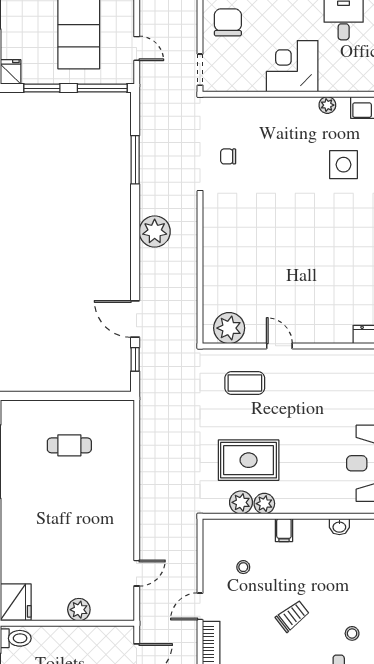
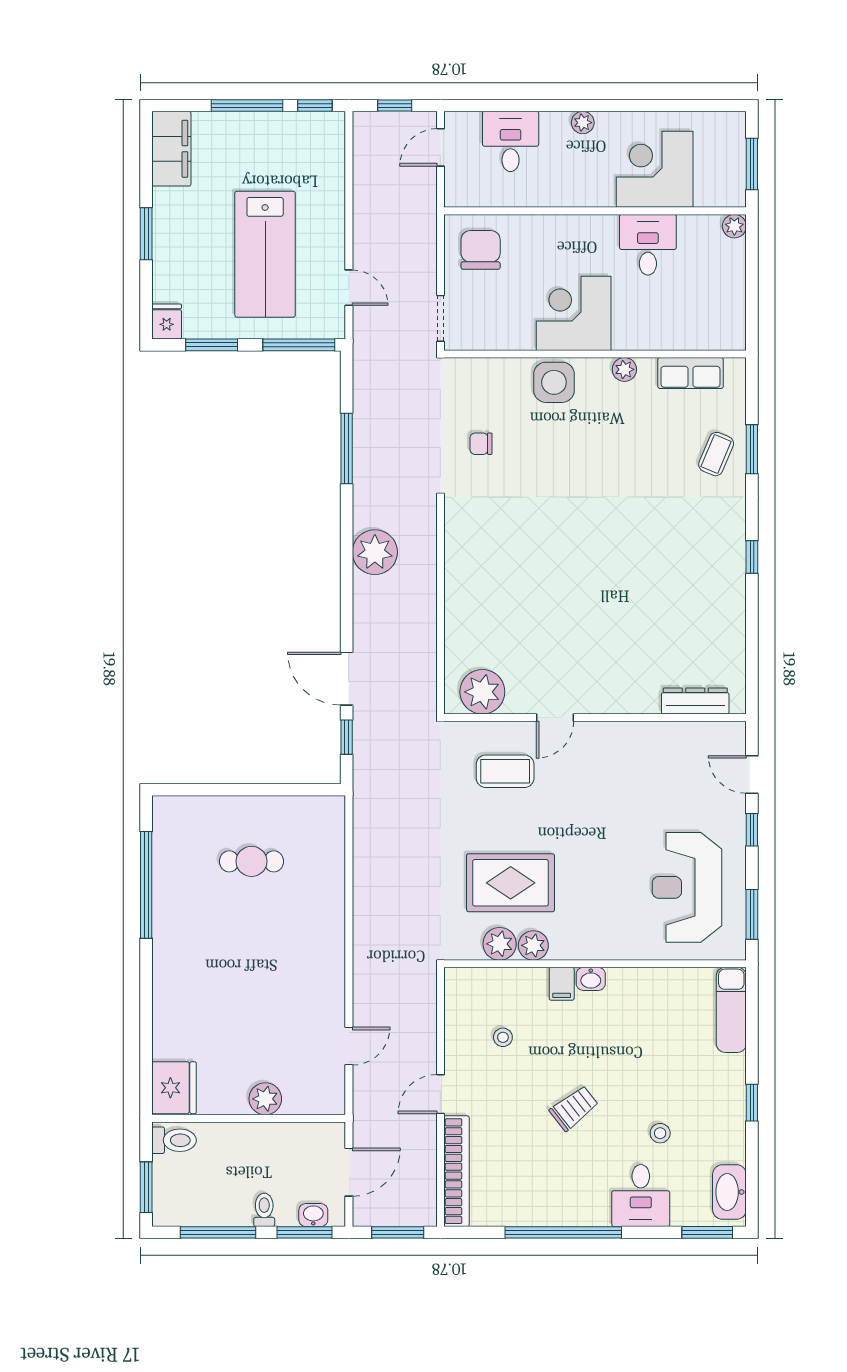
side table: (344, 165) -> (554, 382), moved
door: (279, 346) -> (555, 718), swing flipped
washbasin: (339, 527) -> (591, 979), moved

